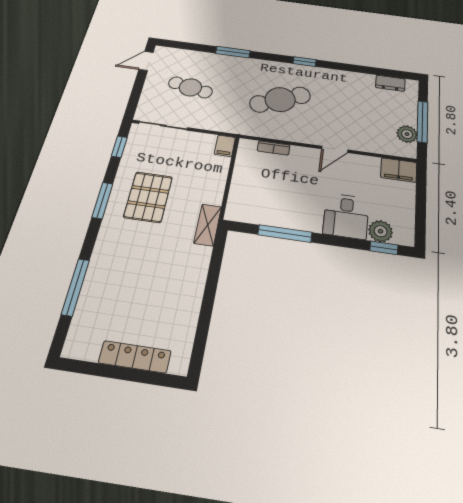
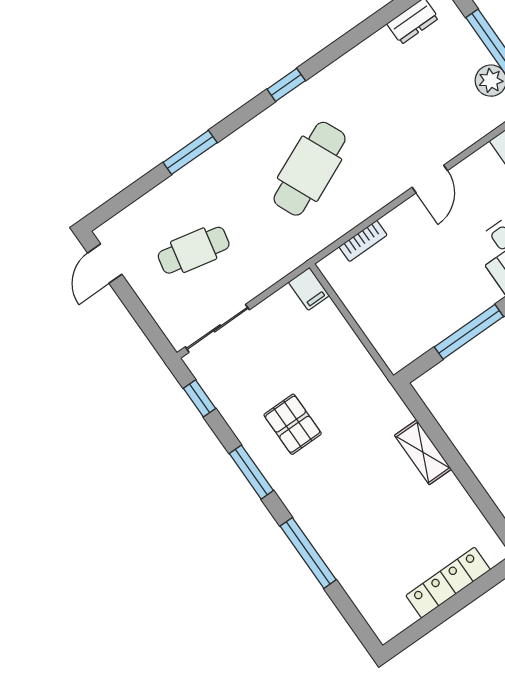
pallet: (148, 197) -> (293, 424), width x0.67, depth x0.71
shelving: (208, 225) -> (423, 452), moved
window: (75, 287) -> (308, 553), moved

